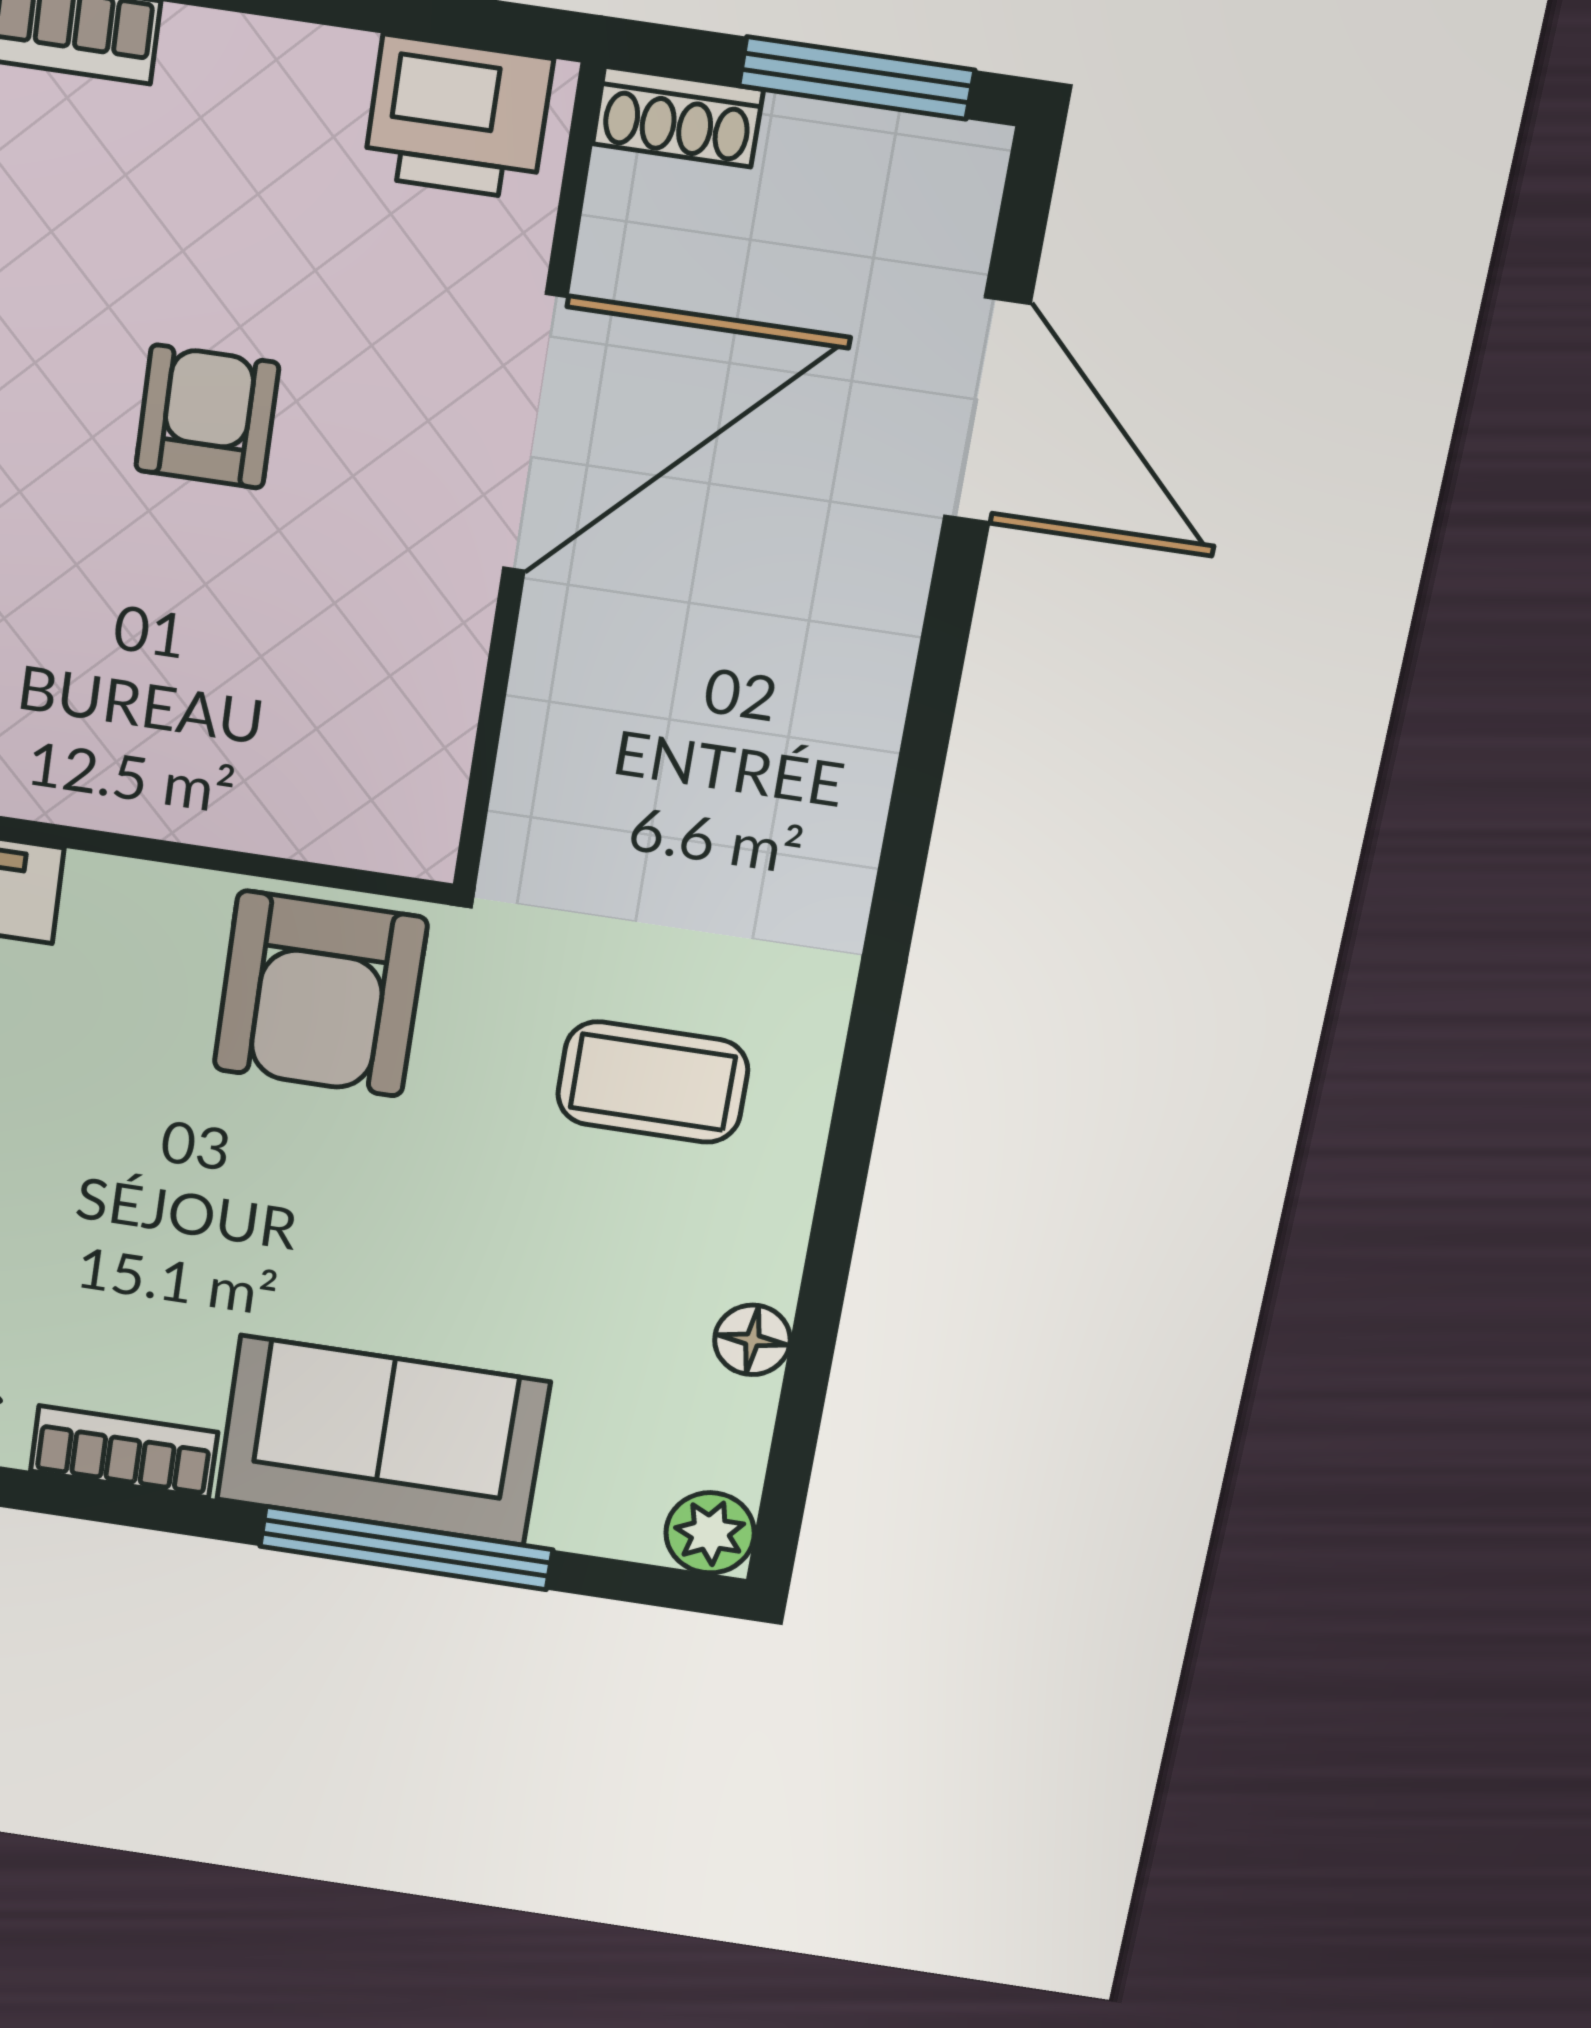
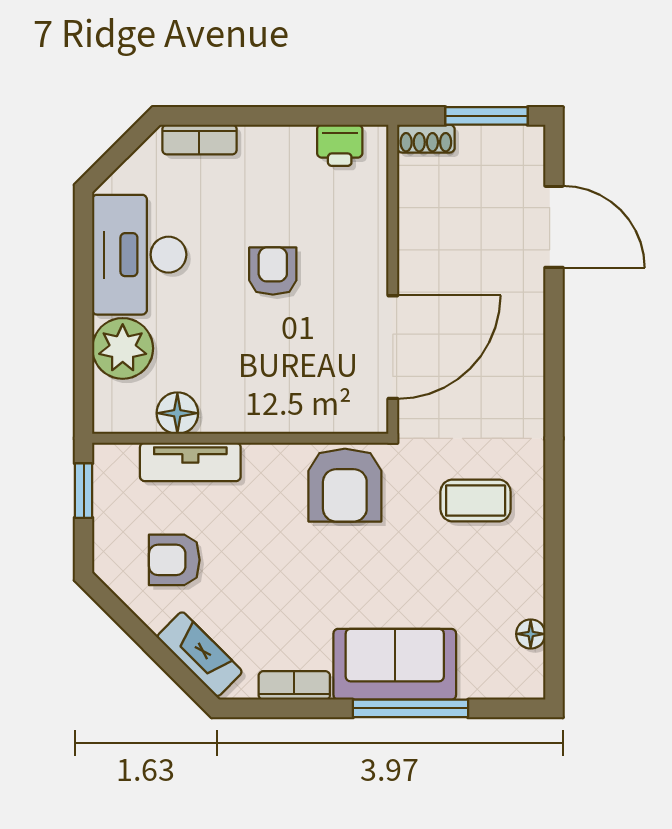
printer: (458, 117) -> (340, 145), width x0.73, depth x0.81
door: (535, 433) -> (393, 347), moved
floor lamp: (752, 1340) -> (531, 634), moved
plant: (710, 1533) -> (528, 682), removed

